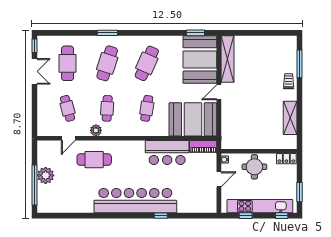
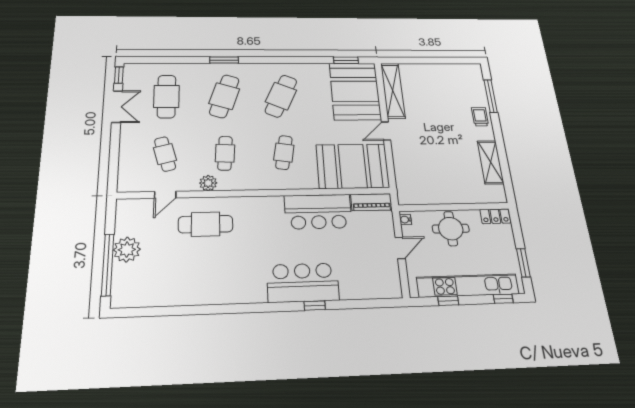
bar counter: (135, 201) -> (303, 283), width x0.54

